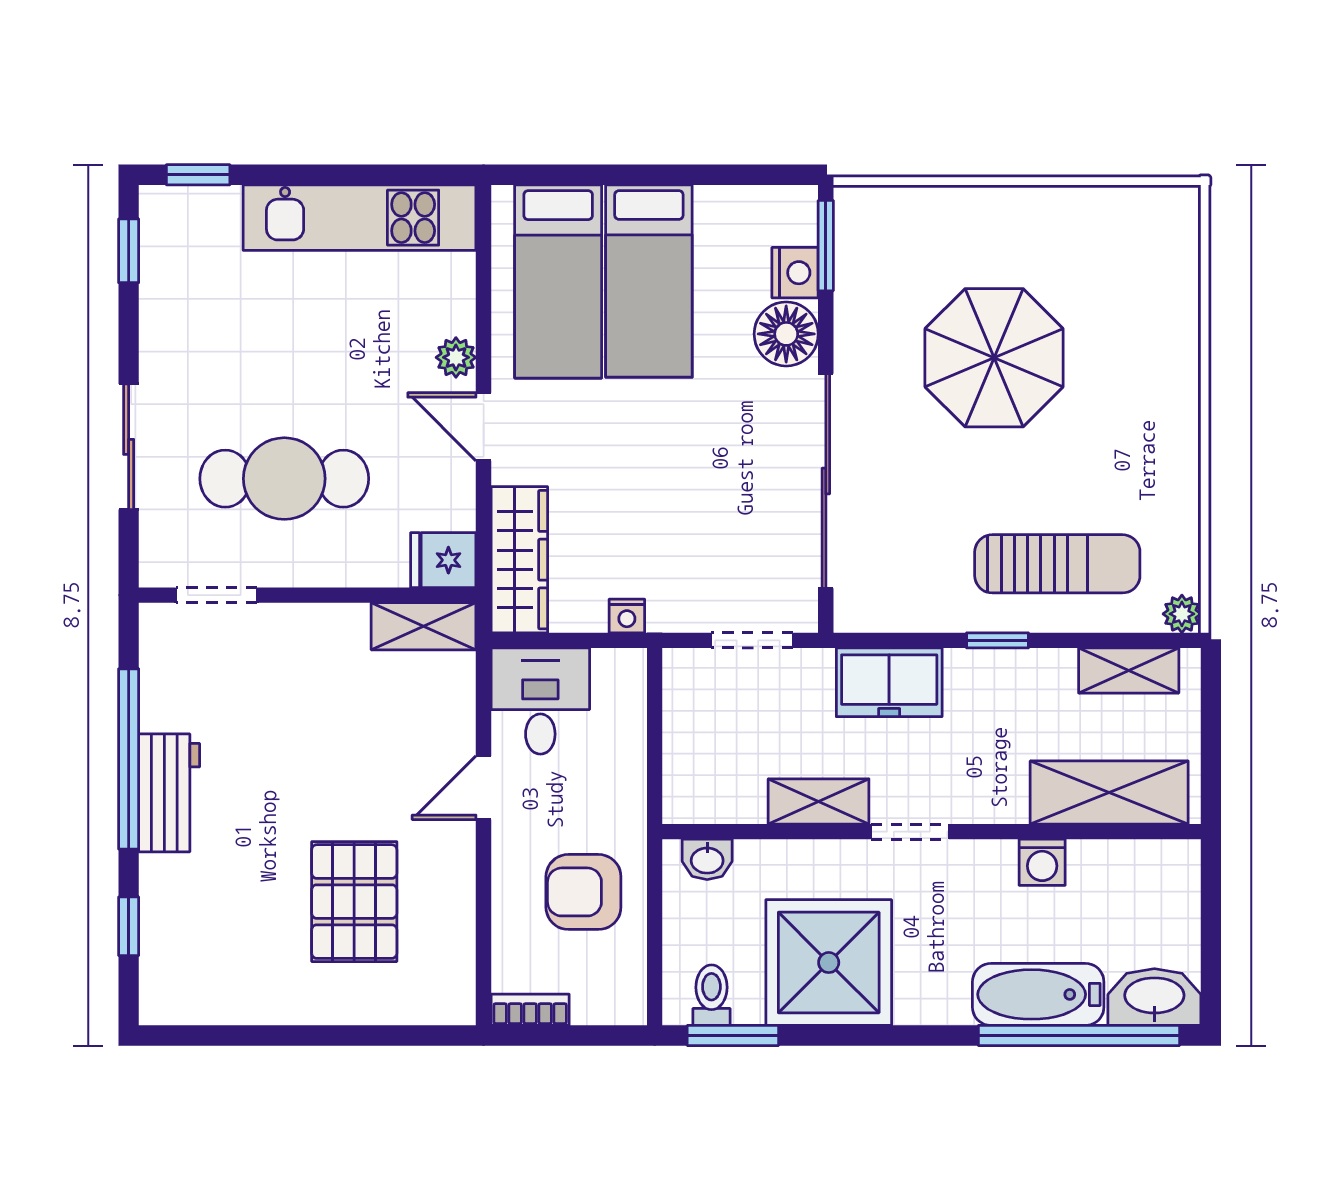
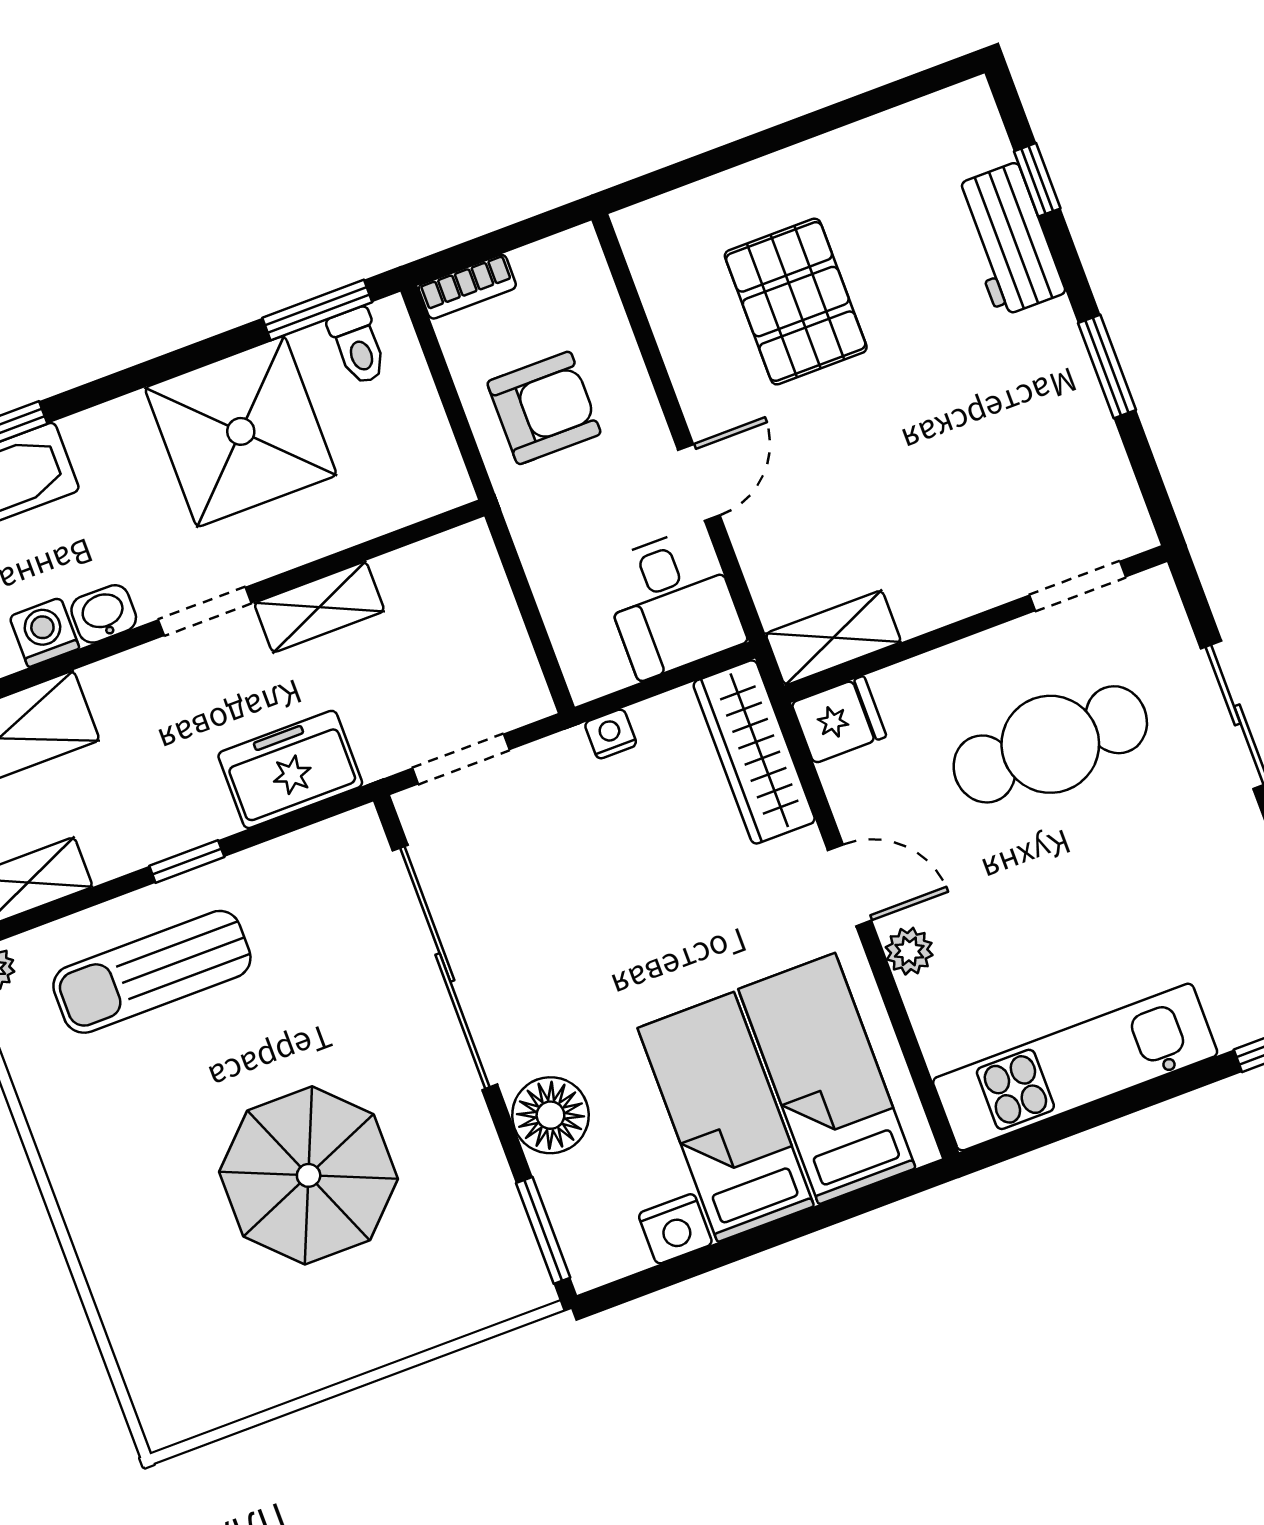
nightstand: (795, 273) -> (675, 1229), moved, turned -90
window: (129, 759) -> (1107, 367), width x0.47
workbench: (169, 793) -> (1008, 240), moved
washbasin: (707, 859) -> (104, 614), moved
bookcase: (530, 1010) -> (467, 287), moved

